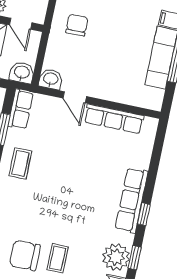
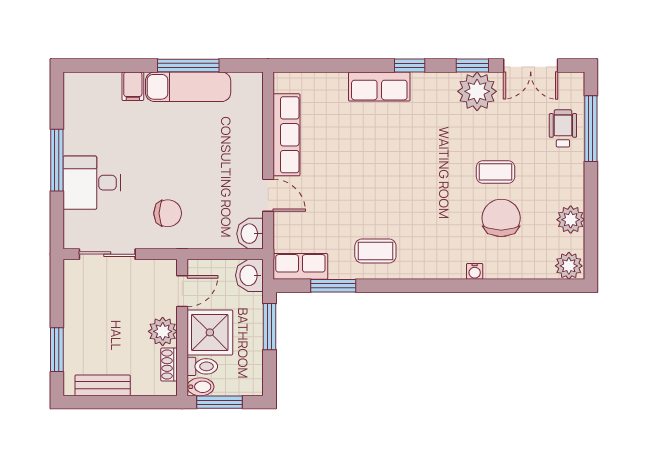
chair: (77, 25) -> (168, 213), turned 180
door: (75, 97) -> (268, 195), hinge flipped
row of seats: (132, 200) -> (379, 87), width x0.68
chair: (25, 255) -> (501, 218), turned 180

